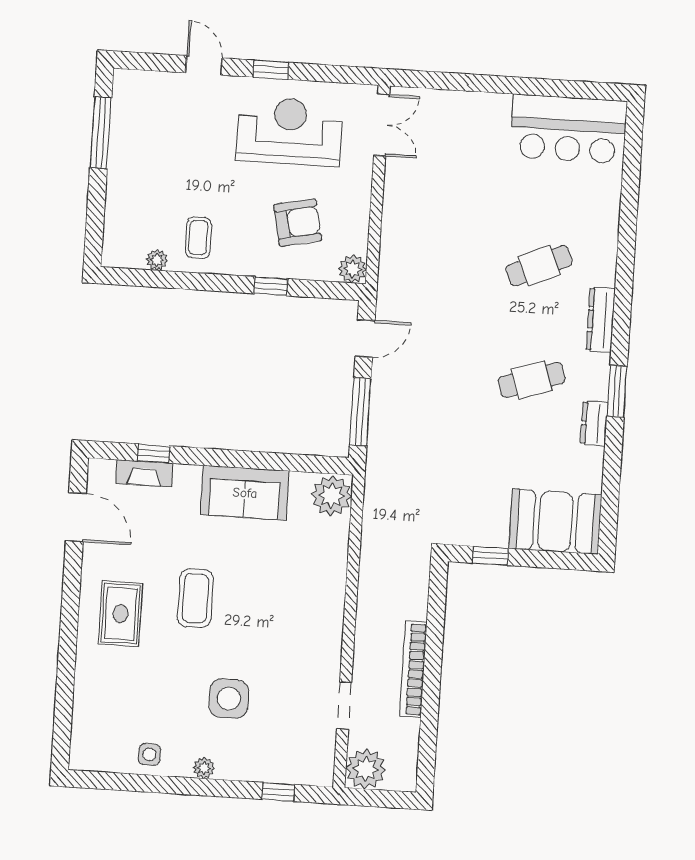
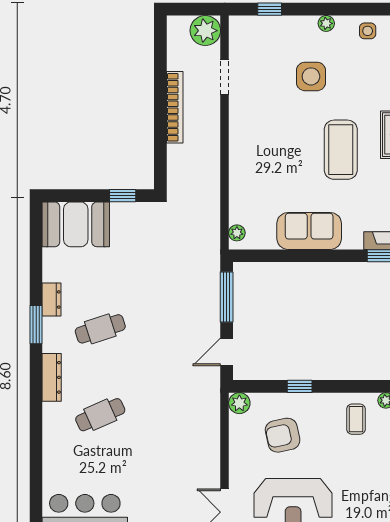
plant: (332, 496) -> (237, 233), width x0.53, depth x0.53
coffee table: (195, 598) -> (341, 150), width x1.36, depth x1.32

